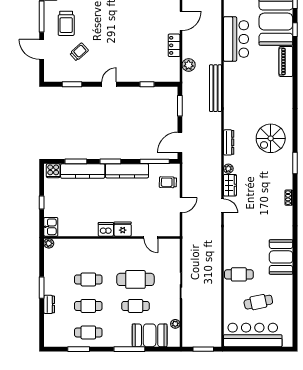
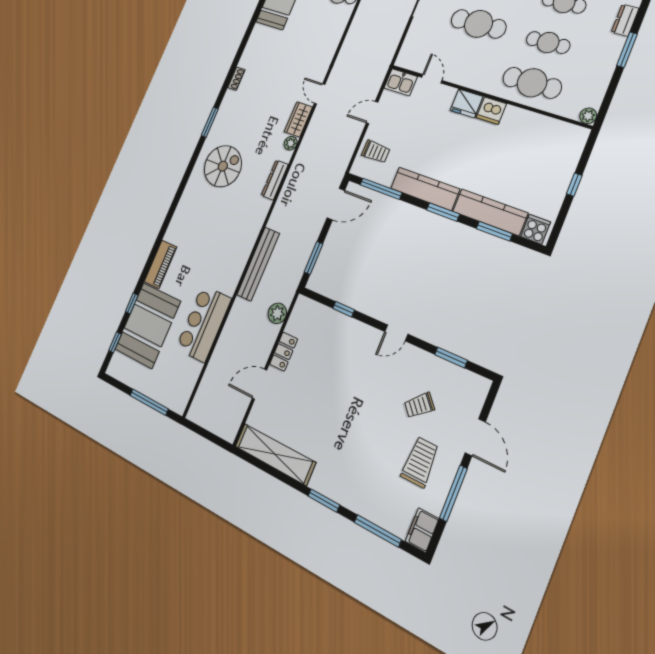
kitchen sink: (51, 227) -> (401, 82), moved, turned -90
cafe table: (88, 253) -> (532, 83), added

